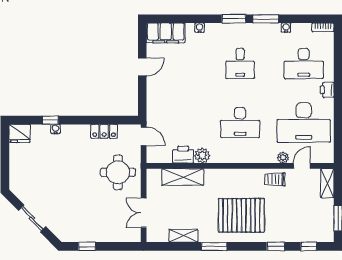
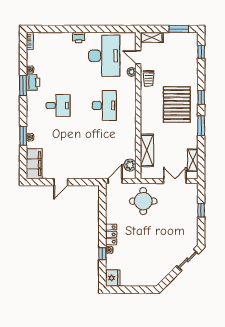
window: (234, 19) -> (23, 136), moved
desk: (304, 63) -> (58, 56), removed
door: (142, 67) -> (61, 182), swing flipped
locker: (104, 131) -> (111, 234), moved
printer: (183, 155) -> (33, 82), moved, turned 180
plant: (202, 155) -> (130, 165), moved
double door: (144, 213) -> (175, 181), swing flipped
sliding door: (32, 218) -> (188, 260), moved
shelving: (183, 236) -> (193, 160), moved
window: (87, 246) -> (201, 210), moved
window: (276, 246) -> (201, 97), moved

